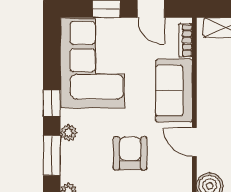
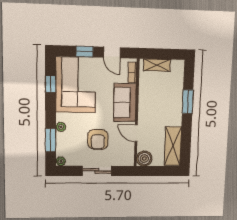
window: (52, 103) -> (51, 84), moved
armchair: (130, 153) -> (98, 139), turned 180

